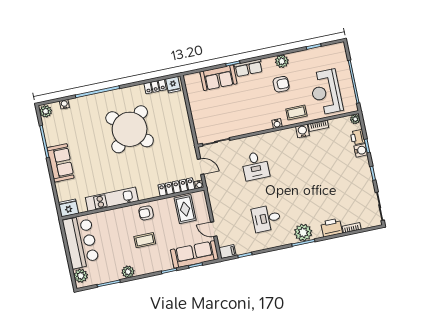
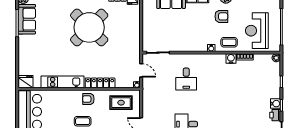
printer: (358, 137) -> (275, 115), moved
water cooler: (361, 150) -> (275, 104), moved
sofa: (60, 163) -> (27, 19), moved
locker: (176, 187) -> (100, 83), moved
rug: (185, 209) -> (121, 103), turned 90

